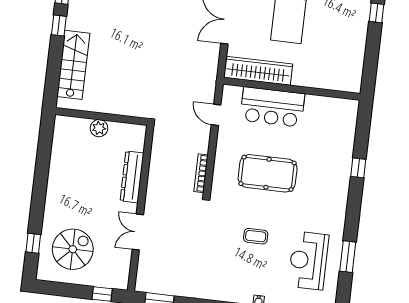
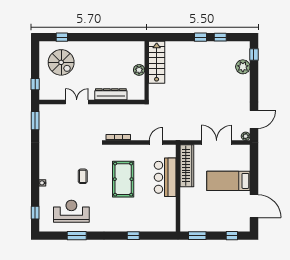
stairs: (73, 65) -> (157, 62), moved, turned -90
window: (370, 67) -> (197, 236), added

